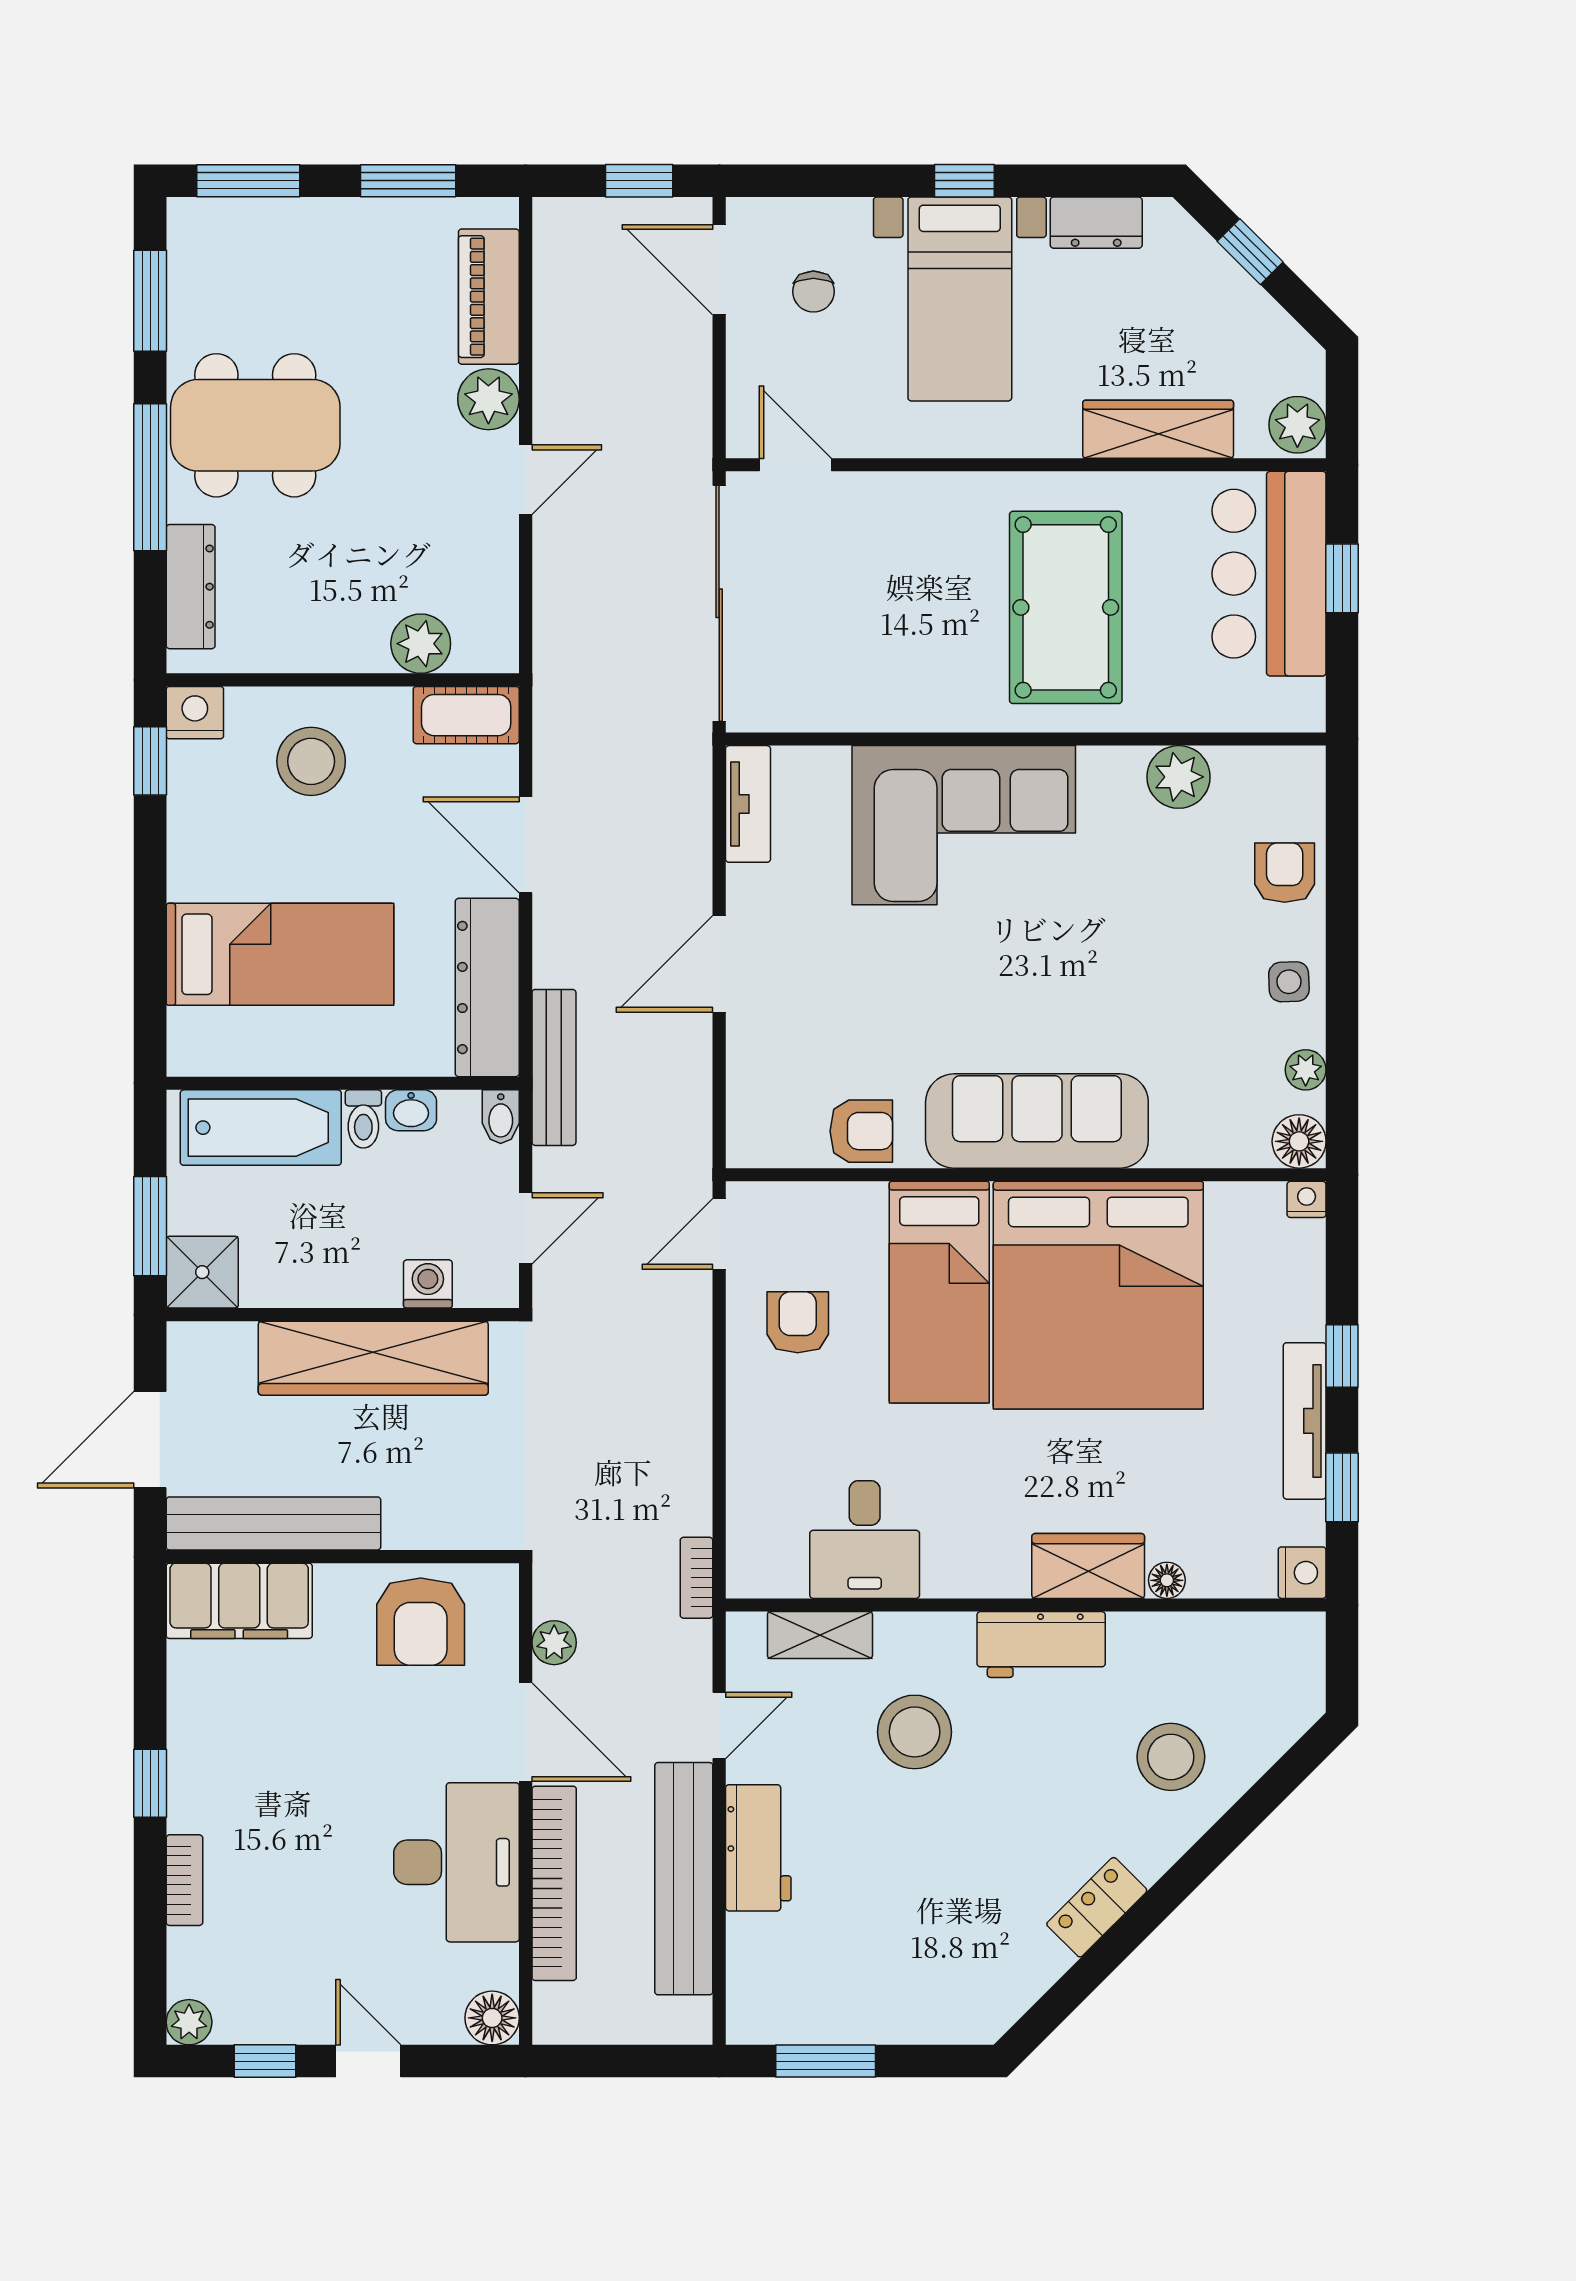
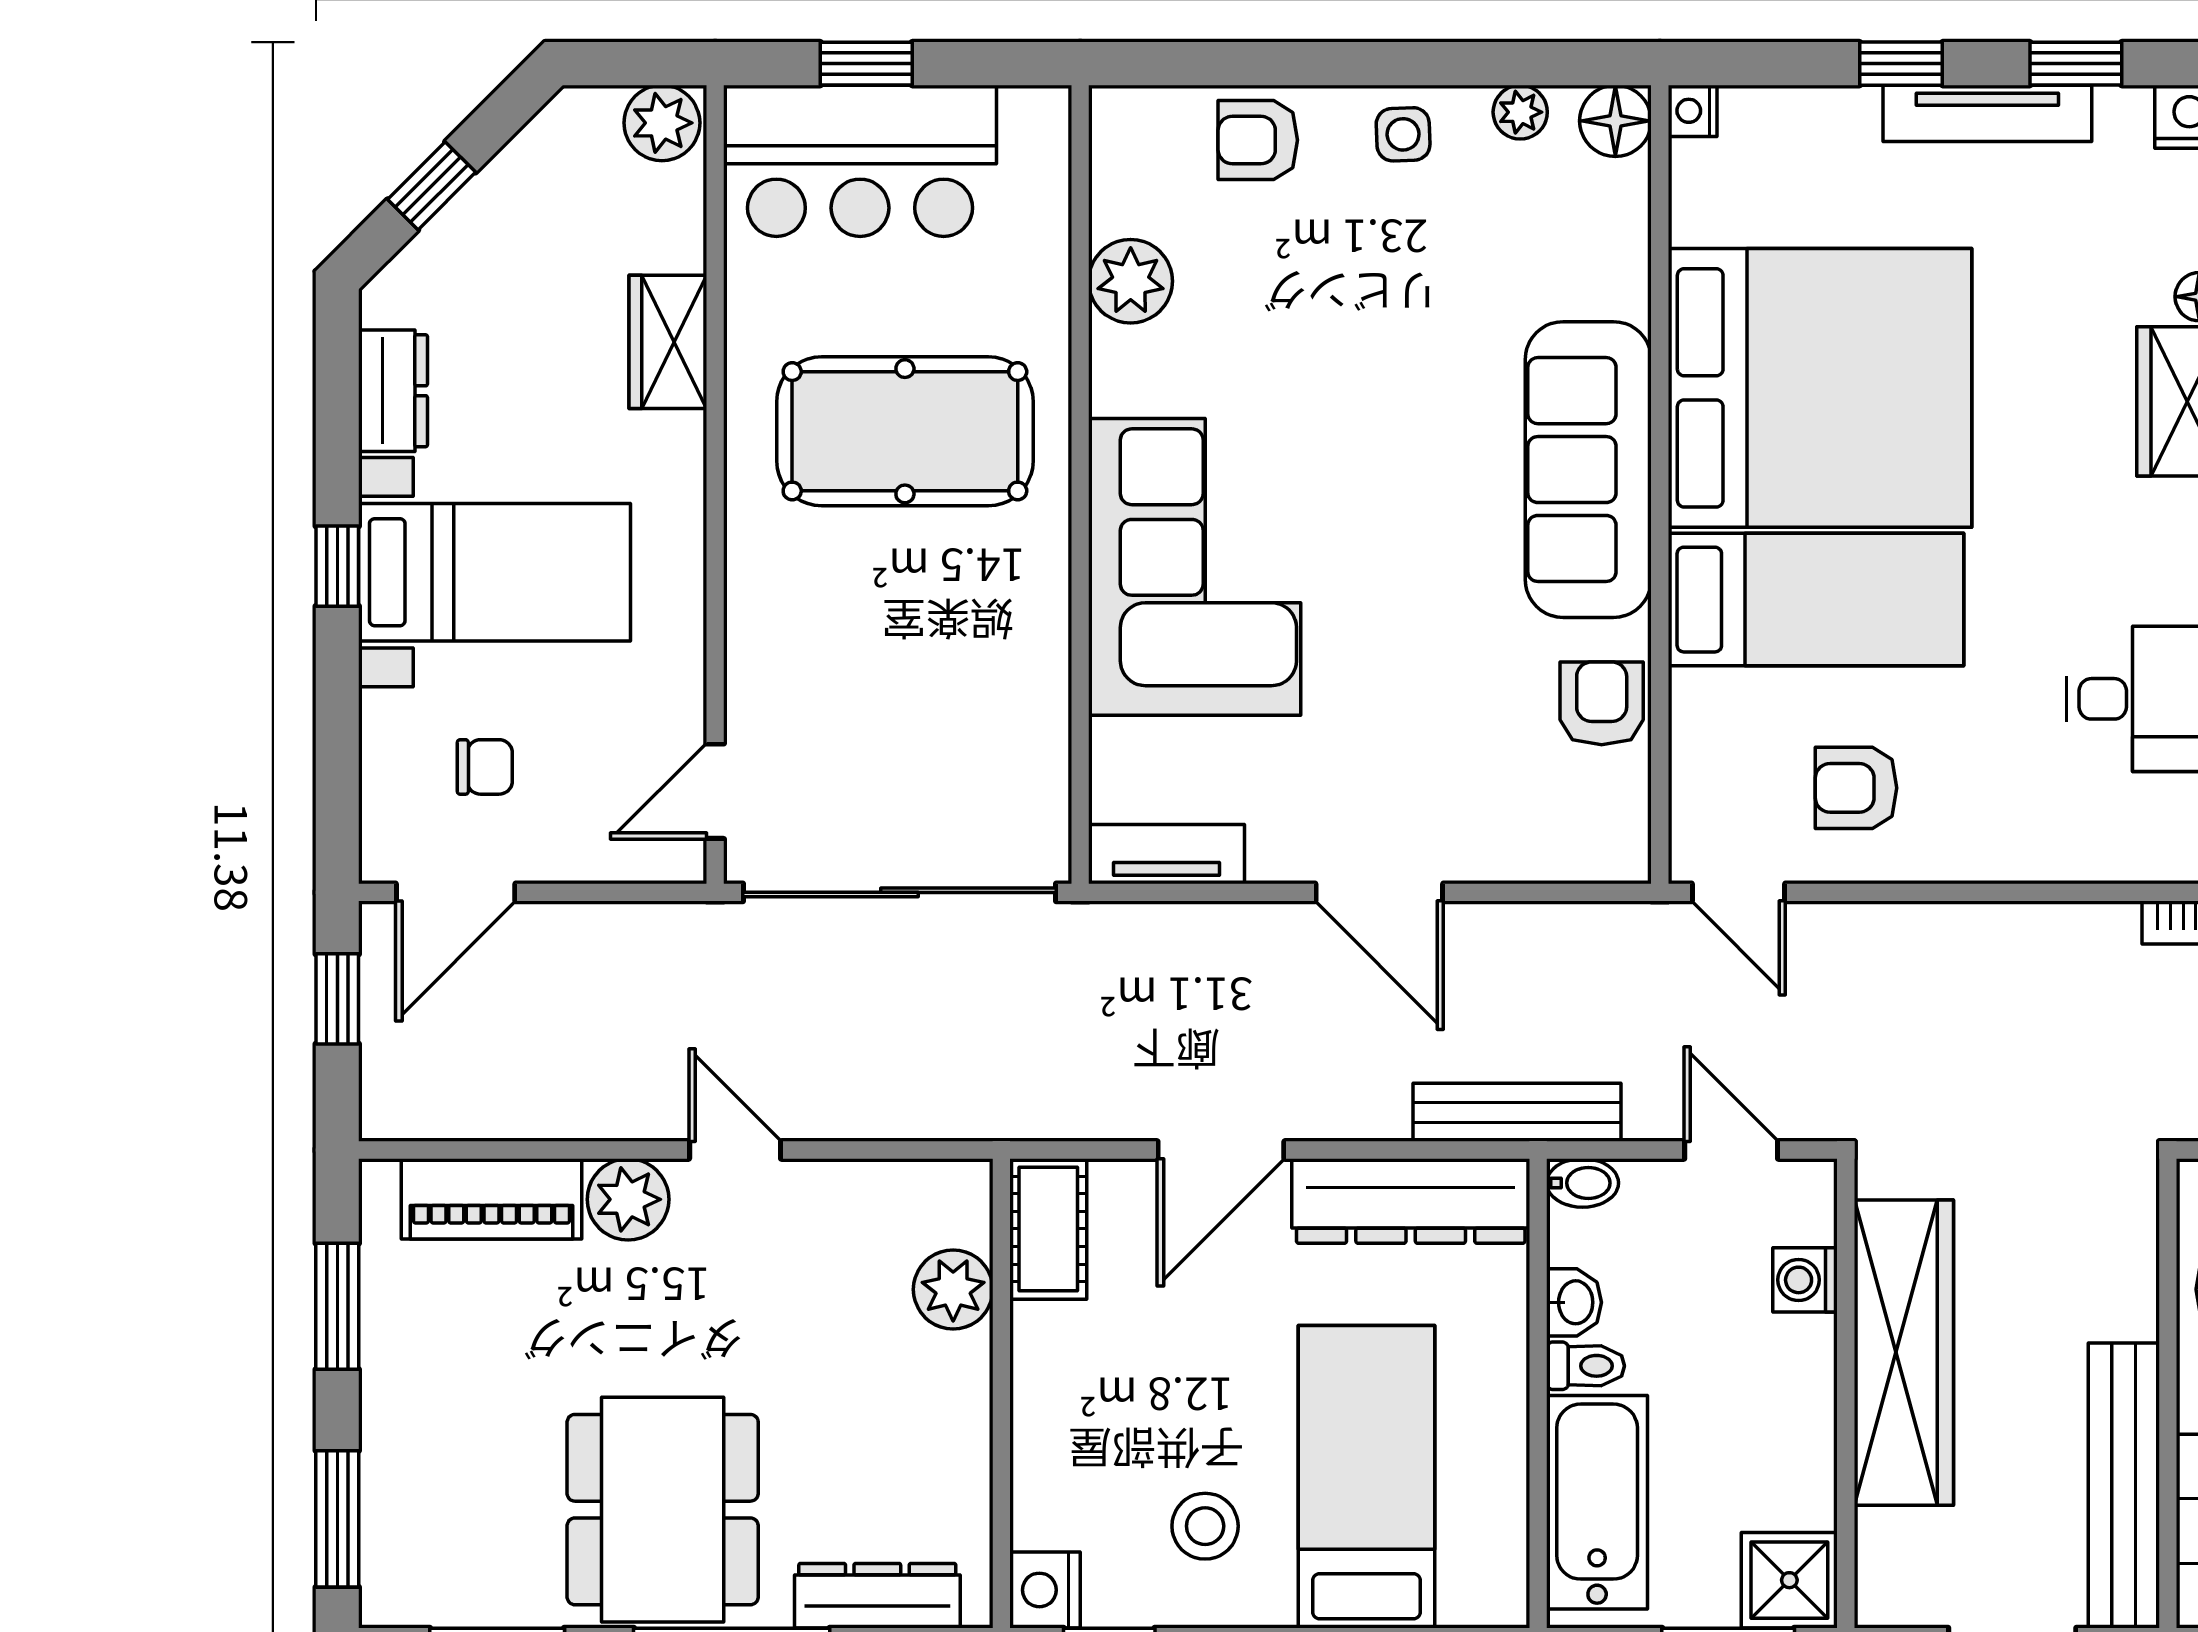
wardrobe: (1158, 429) -> (668, 342), width x0.67
stool: (311, 761) -> (1205, 1526), moved, width x0.73, depth x0.73

